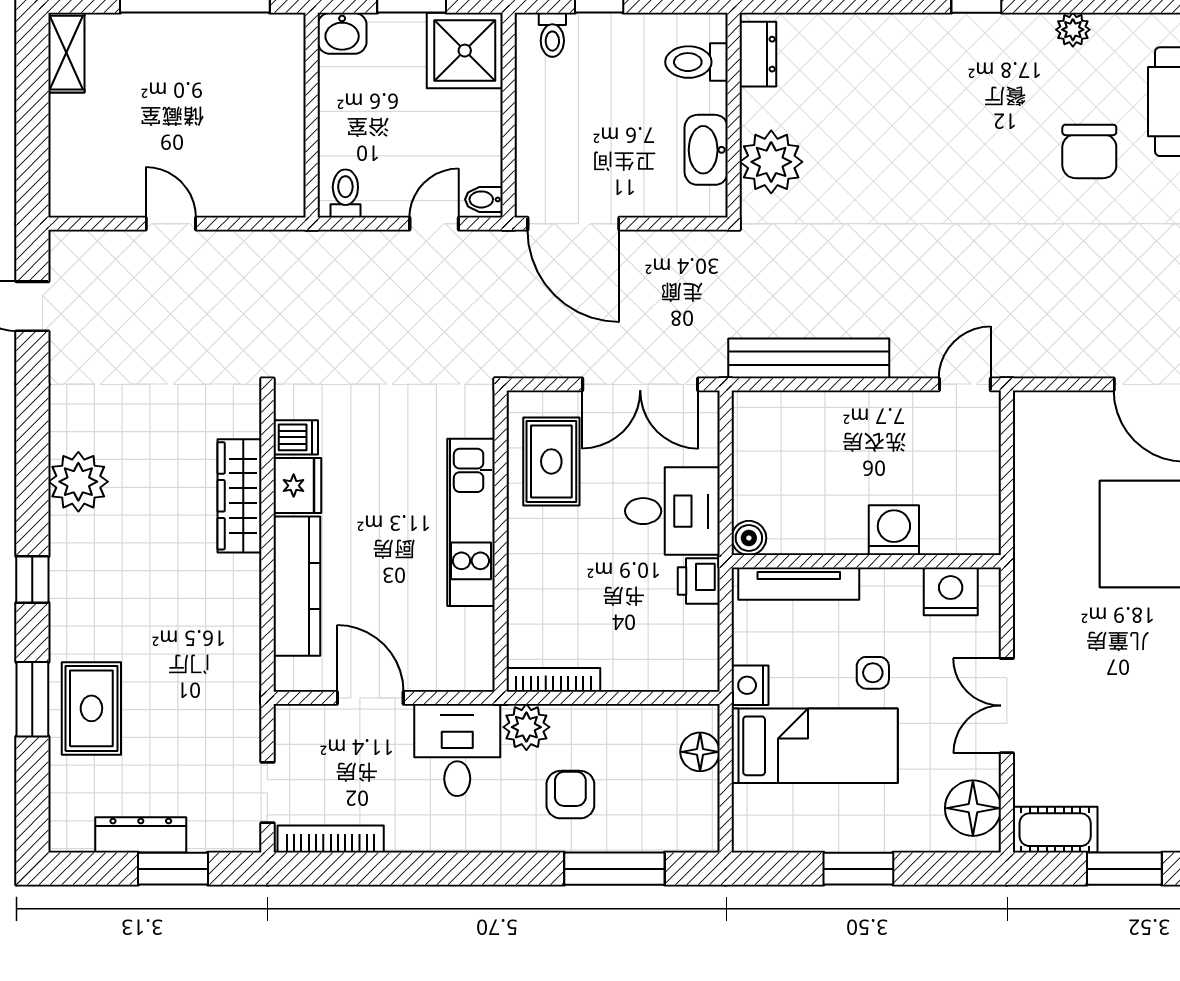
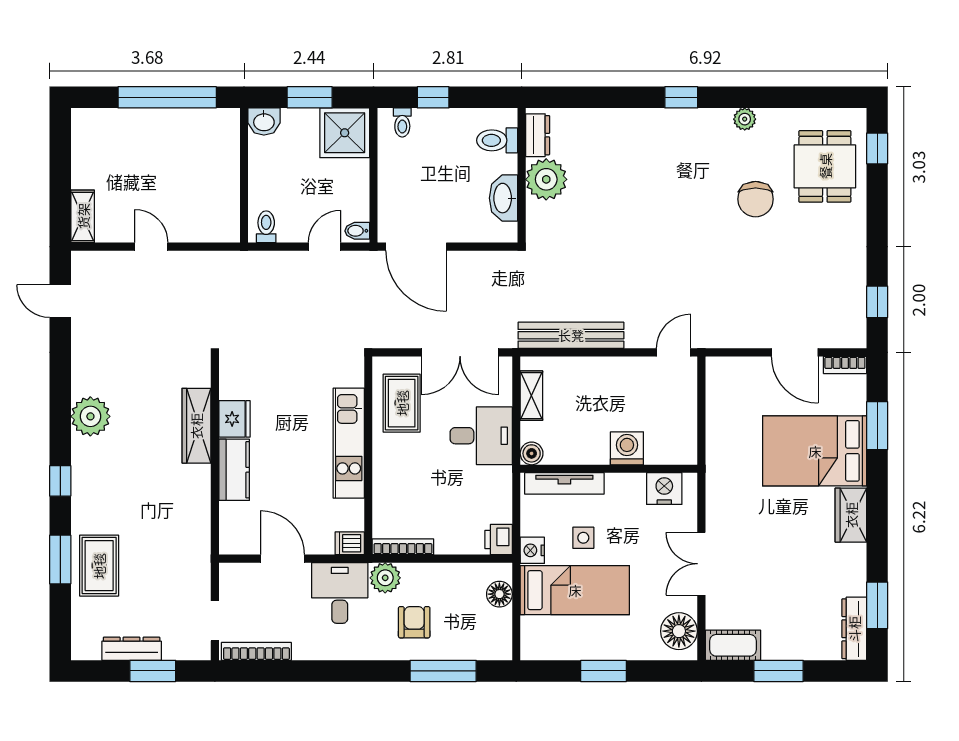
shelving: (66, 53) -> (83, 216), moved
plant: (771, 162) -> (546, 179), moved
dishwasher: (296, 437) -> (350, 543), moved, turned 180
shelving: (749, 450) -> (531, 396), added
printer: (699, 581) -> (499, 540), moved
kitchen counter: (297, 586) -> (234, 470), width x0.67
side table: (873, 673) -> (583, 538), moved

